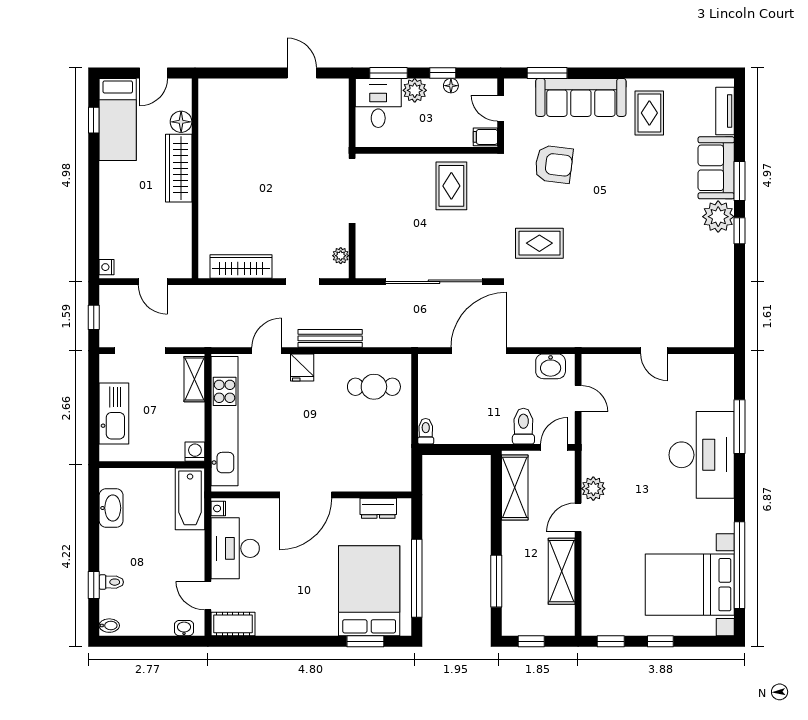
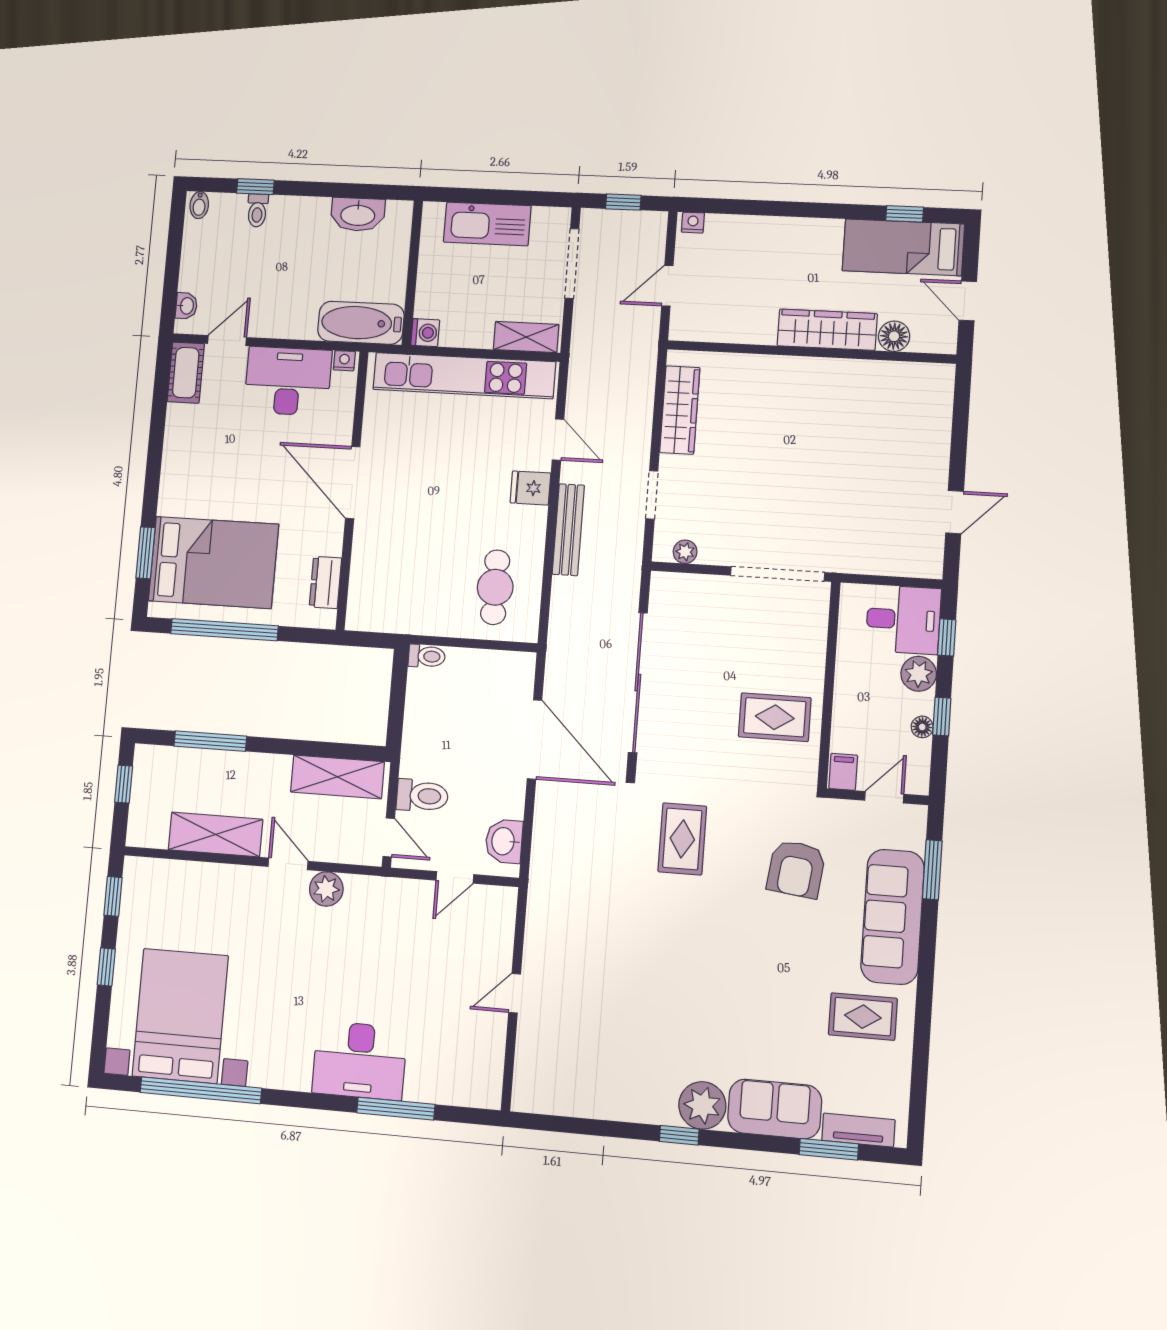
window: (389, 73) -> (947, 637), width x0.67
window: (740, 181) -> (829, 1149), moved
desk: (702, 455) -> (359, 1060), width x0.73, depth x0.77

